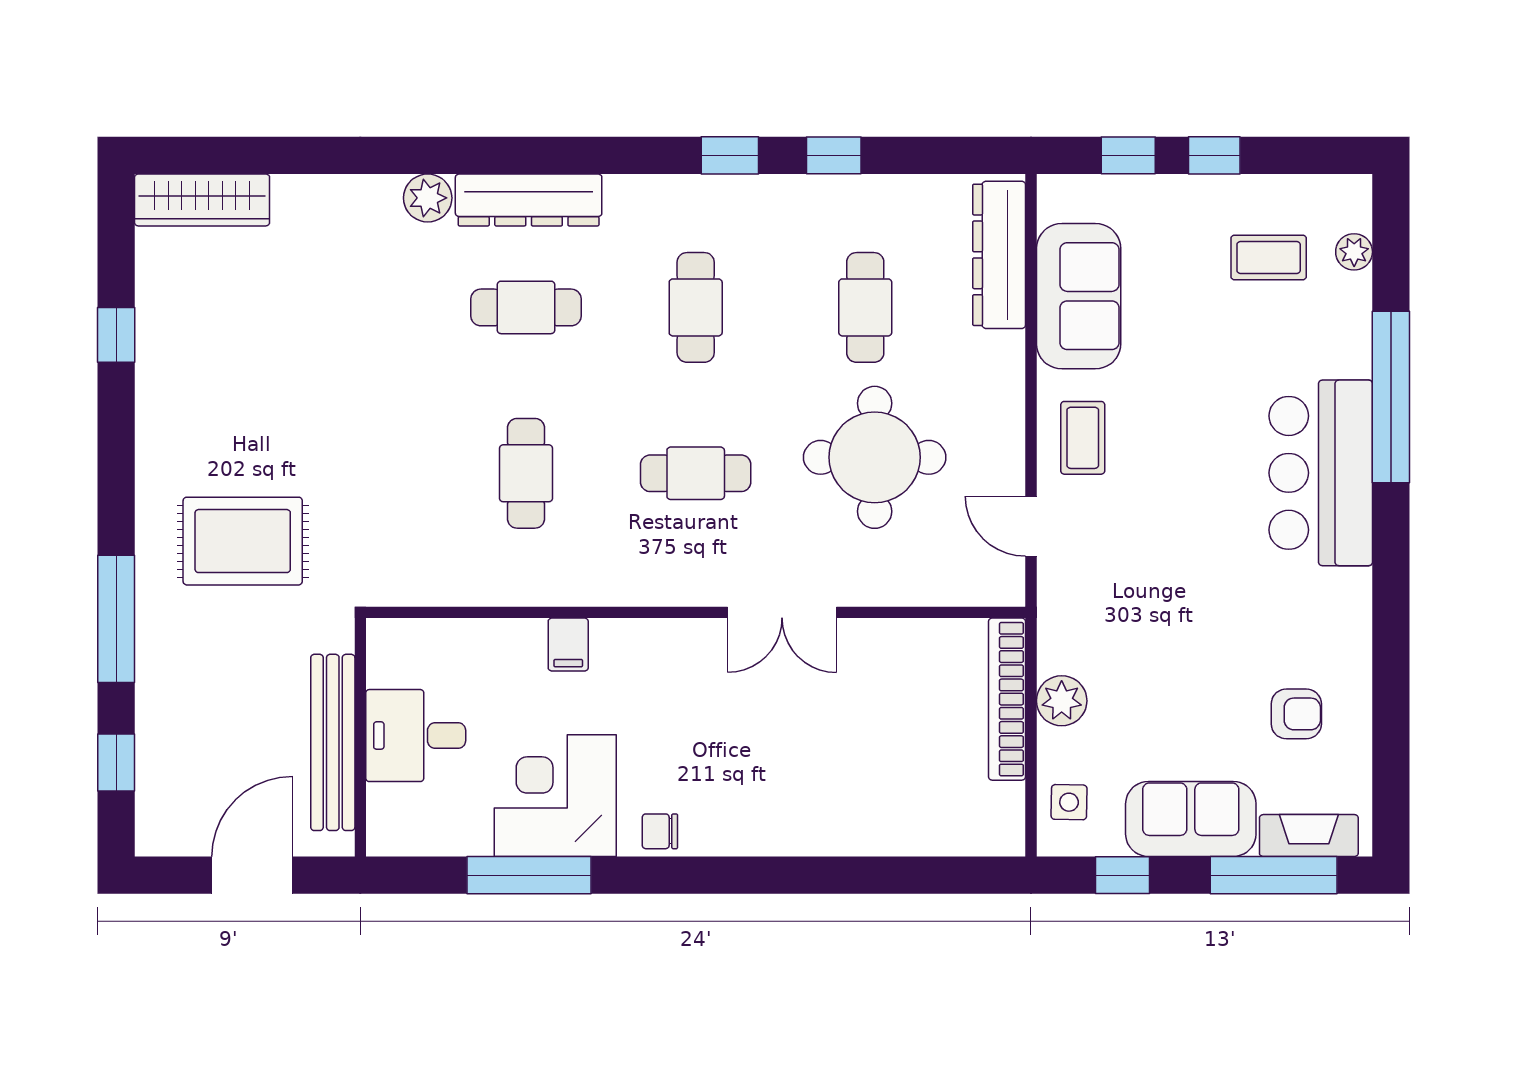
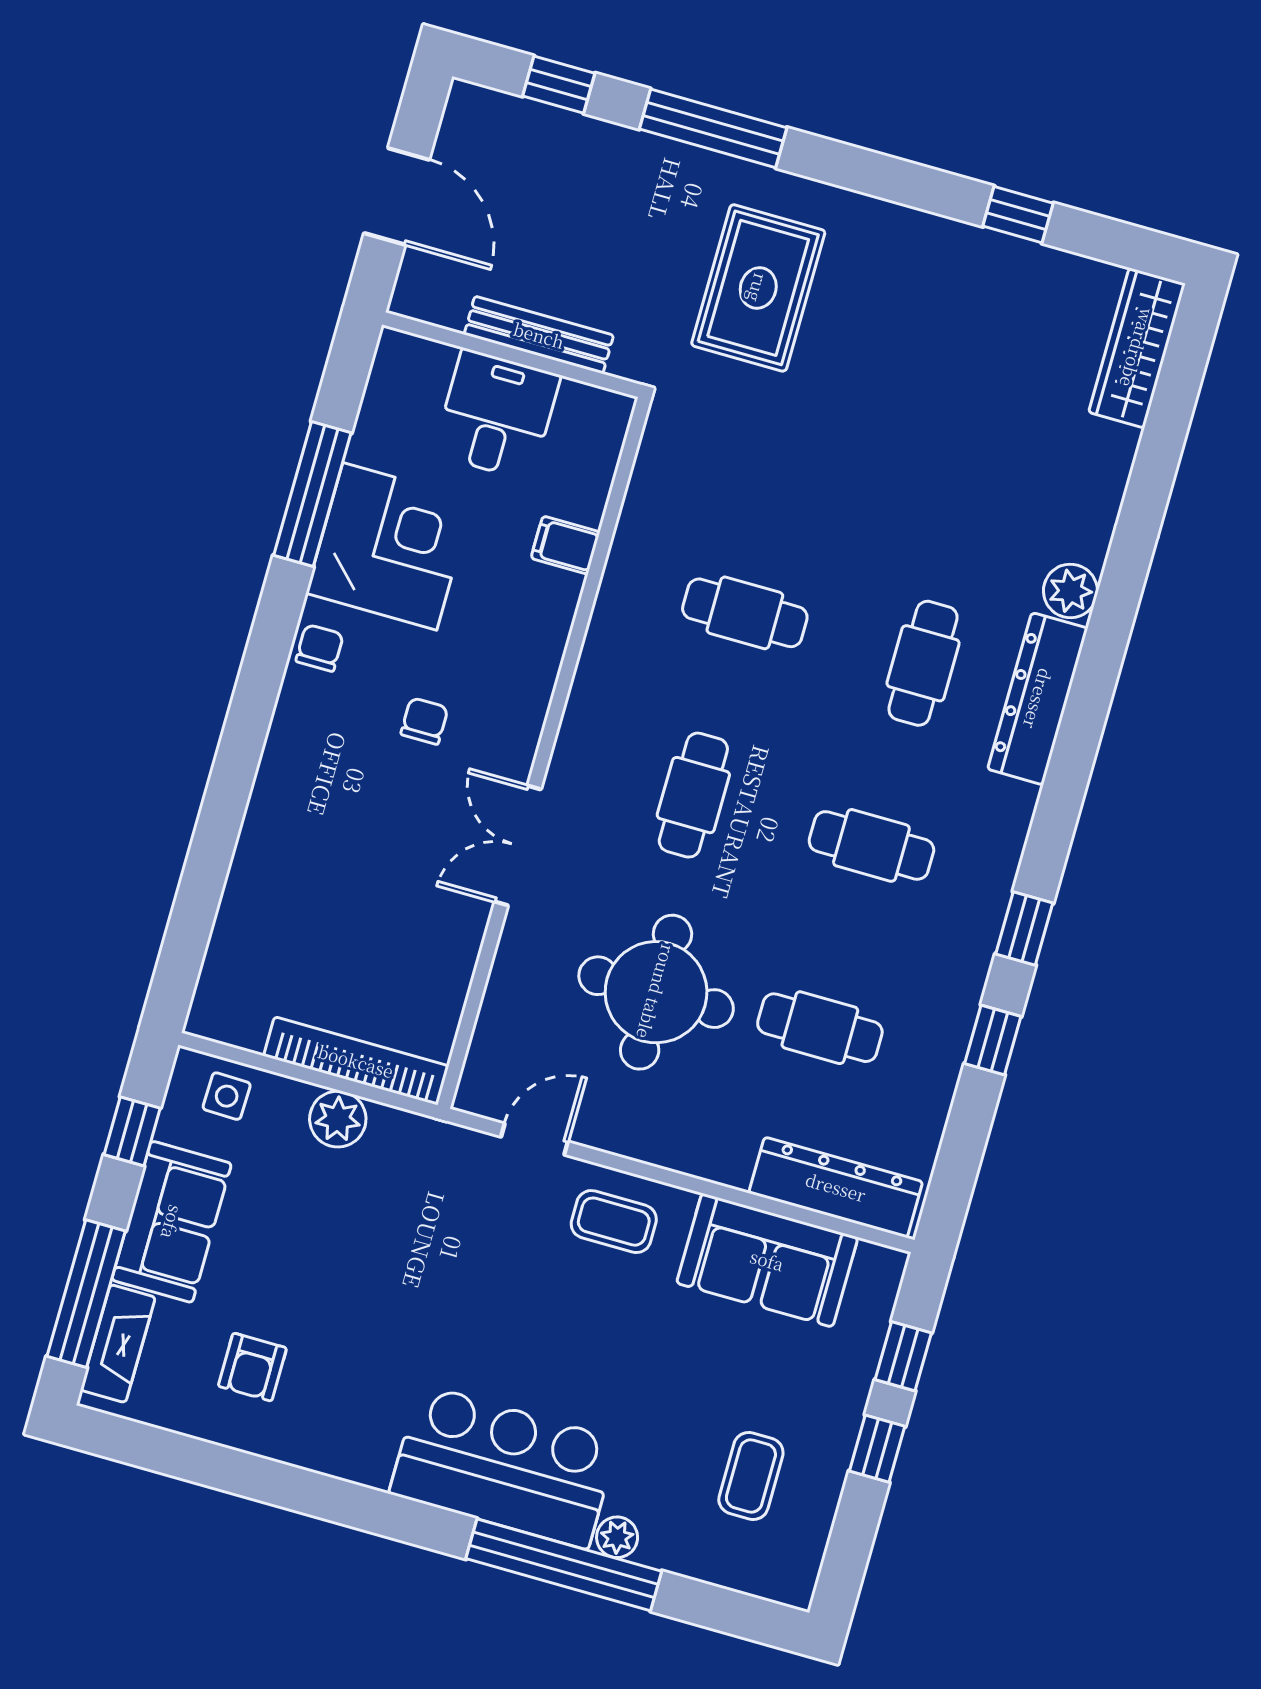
plant: (1354, 252) -> (617, 1537), moved
filing cabinet: (568, 645) -> (565, 545), moved
chair: (697, 723) -> (424, 721), added
bench: (333, 742) -> (539, 335), width x0.73, depth x0.82

